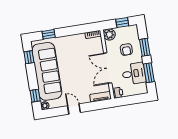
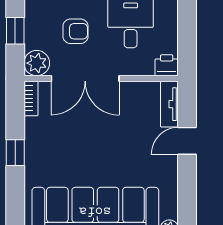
window: (49, 34) -> (15, 153), moved
double door: (108, 68) -> (85, 78), moved
door: (74, 109) -> (187, 141), moved

